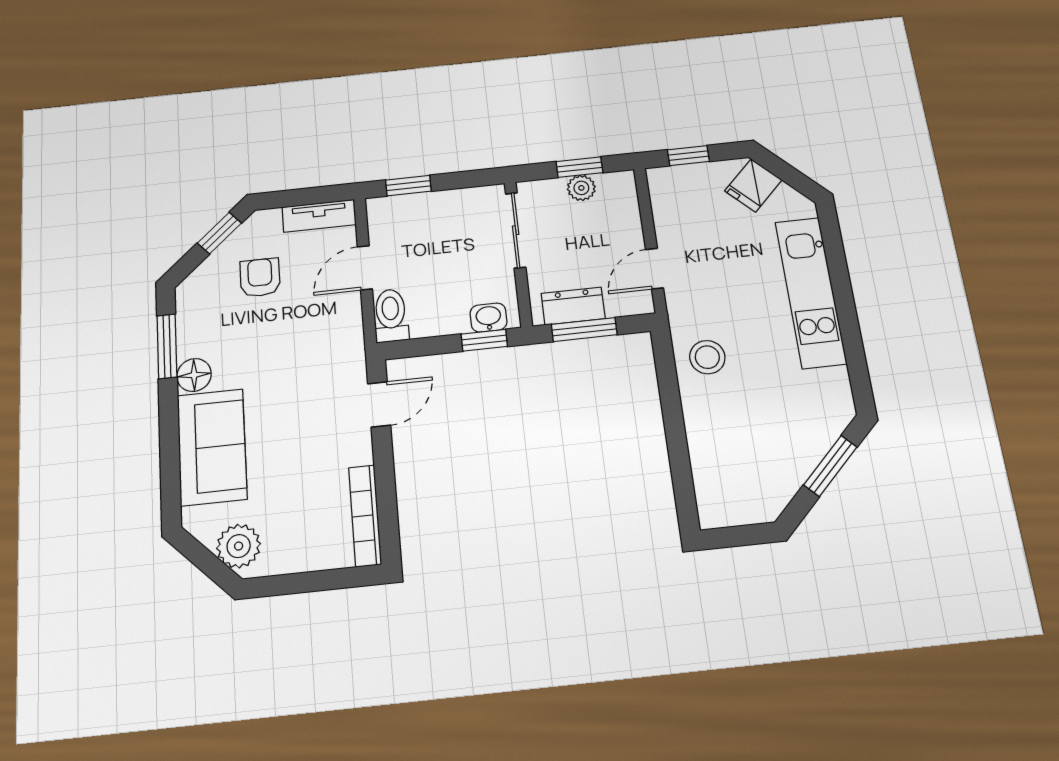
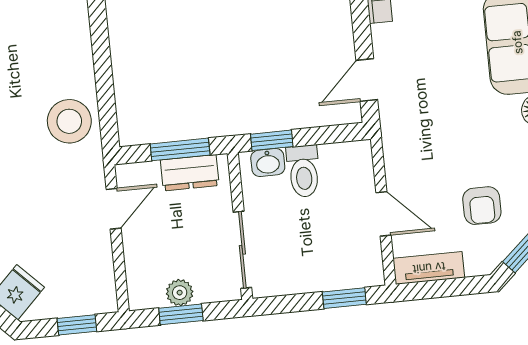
door: (365, 268) -> (384, 214), hinge flipped
toilet: (391, 316) -> (303, 171), moved
stool: (707, 357) -> (69, 121), width x1.38, depth x1.38

